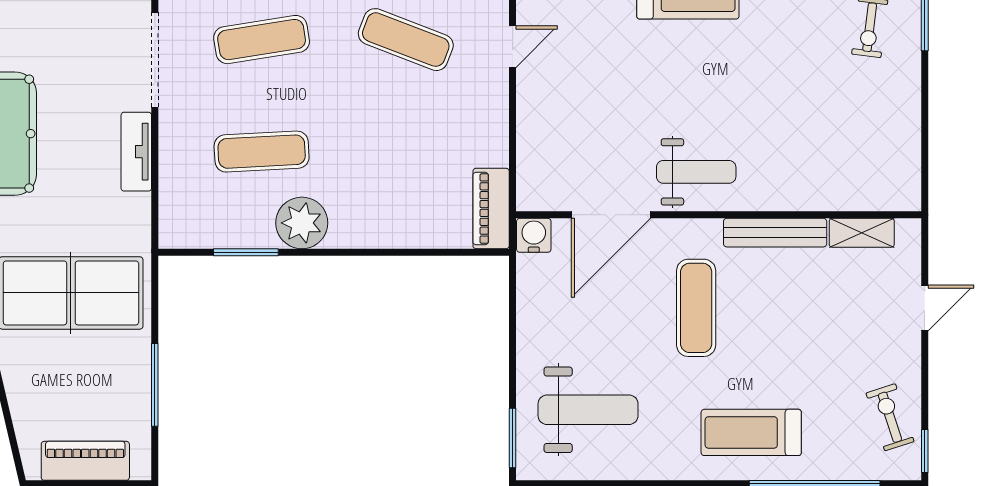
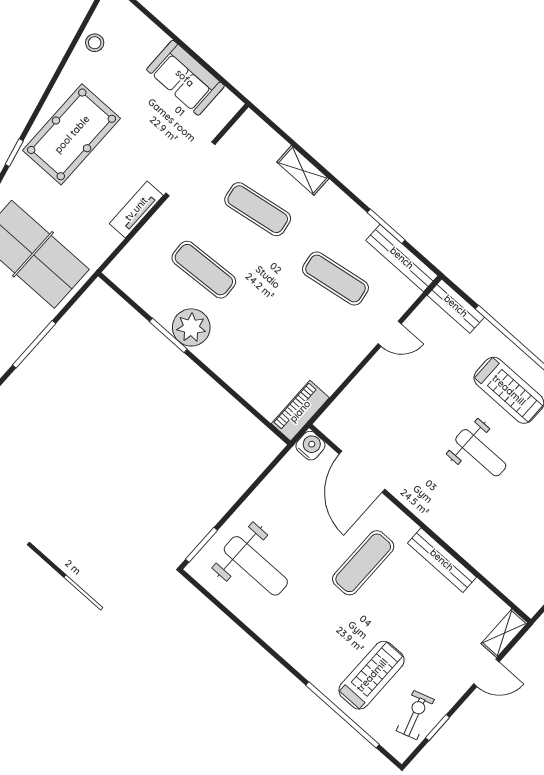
exercise mat: (406, 40) -> (335, 278), turned -30
weight bench: (696, 172) -> (481, 453), moved
door: (611, 215) -> (362, 472), hinge flipped
shelving: (862, 233) -> (504, 633), moved, turned 90
window: (246, 252) -> (168, 335), moved
treadmill: (751, 432) -> (372, 675), moved, turned 90
window: (925, 451) -> (438, 728), moved

